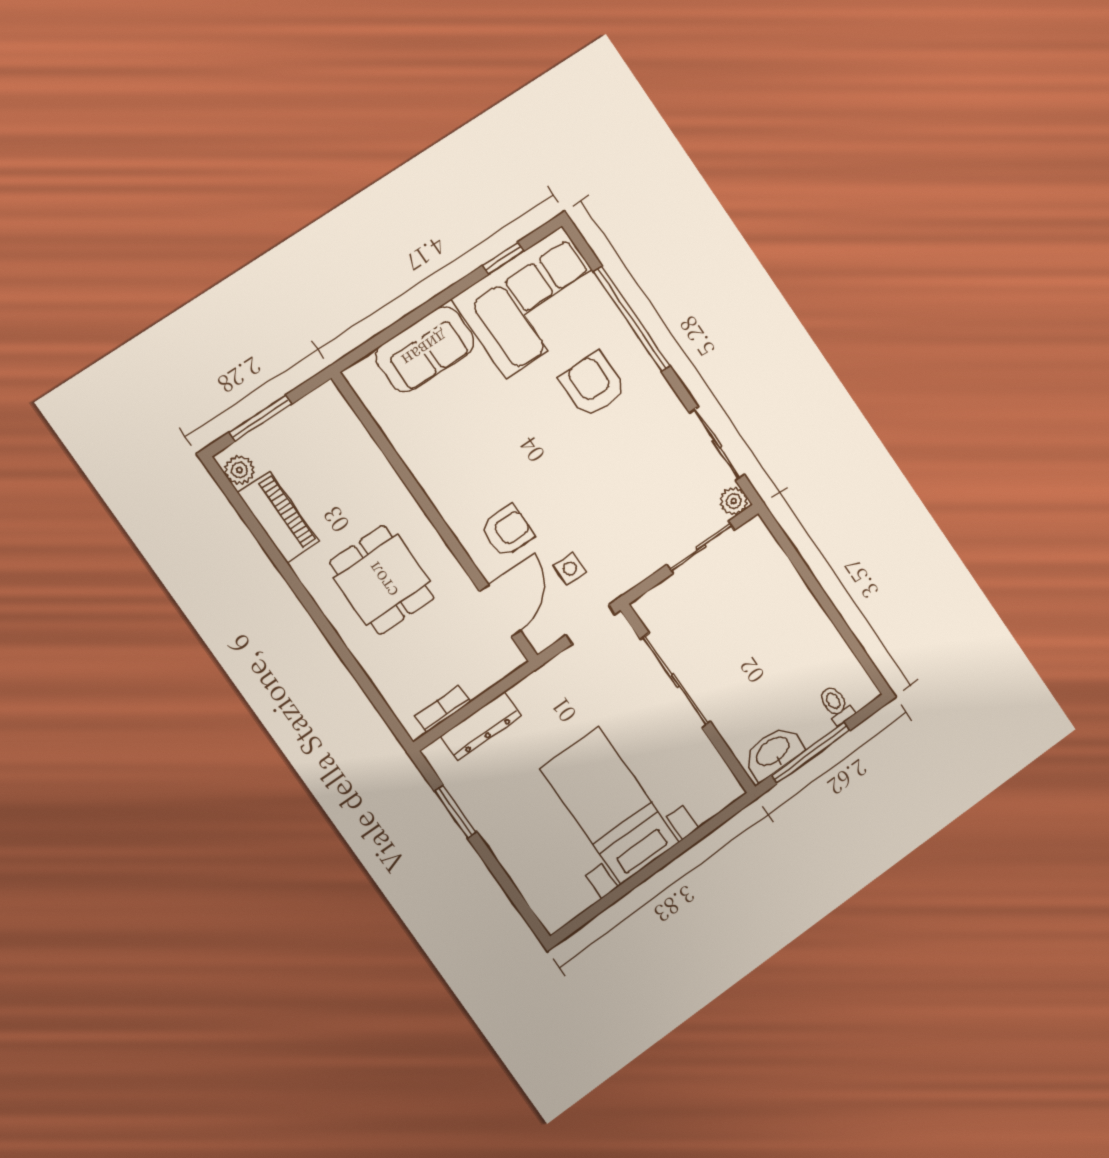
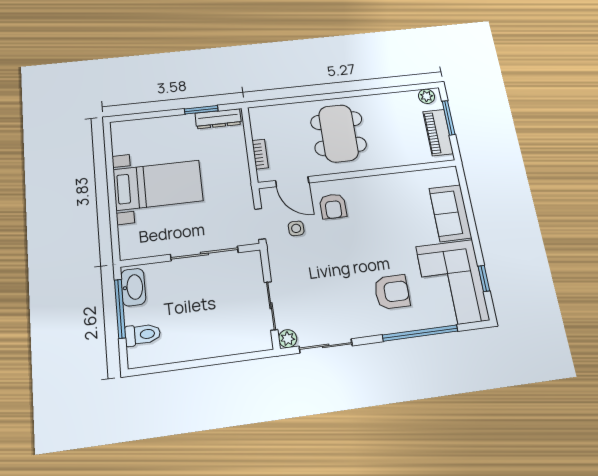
piano: (278, 517) -> (438, 133), moved, turned 90
dining table: (382, 580) -> (338, 133), width x1.38
toilet: (836, 705) -> (143, 335), width x1.37, depth x1.39
bookcase: (443, 709) -> (260, 154), moved
dresser: (481, 726) -> (218, 119), moved, turned -90

